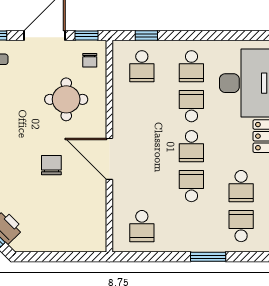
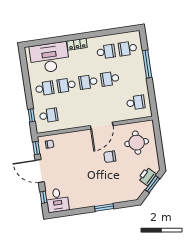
round table: (66, 99) -> (137, 143), moved
school desk: (191, 146) -> (88, 82), turned 180
window: (208, 257) -> (147, 64), width x1.44

